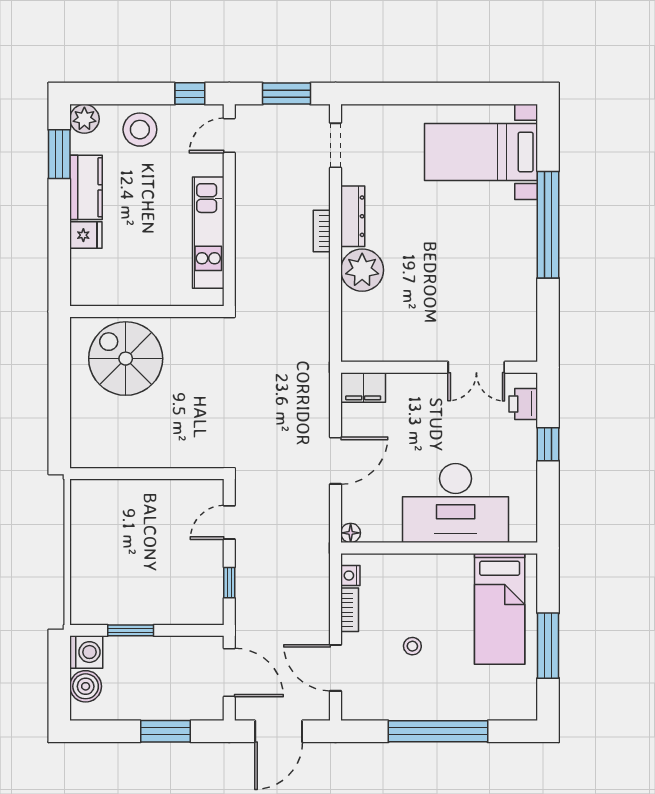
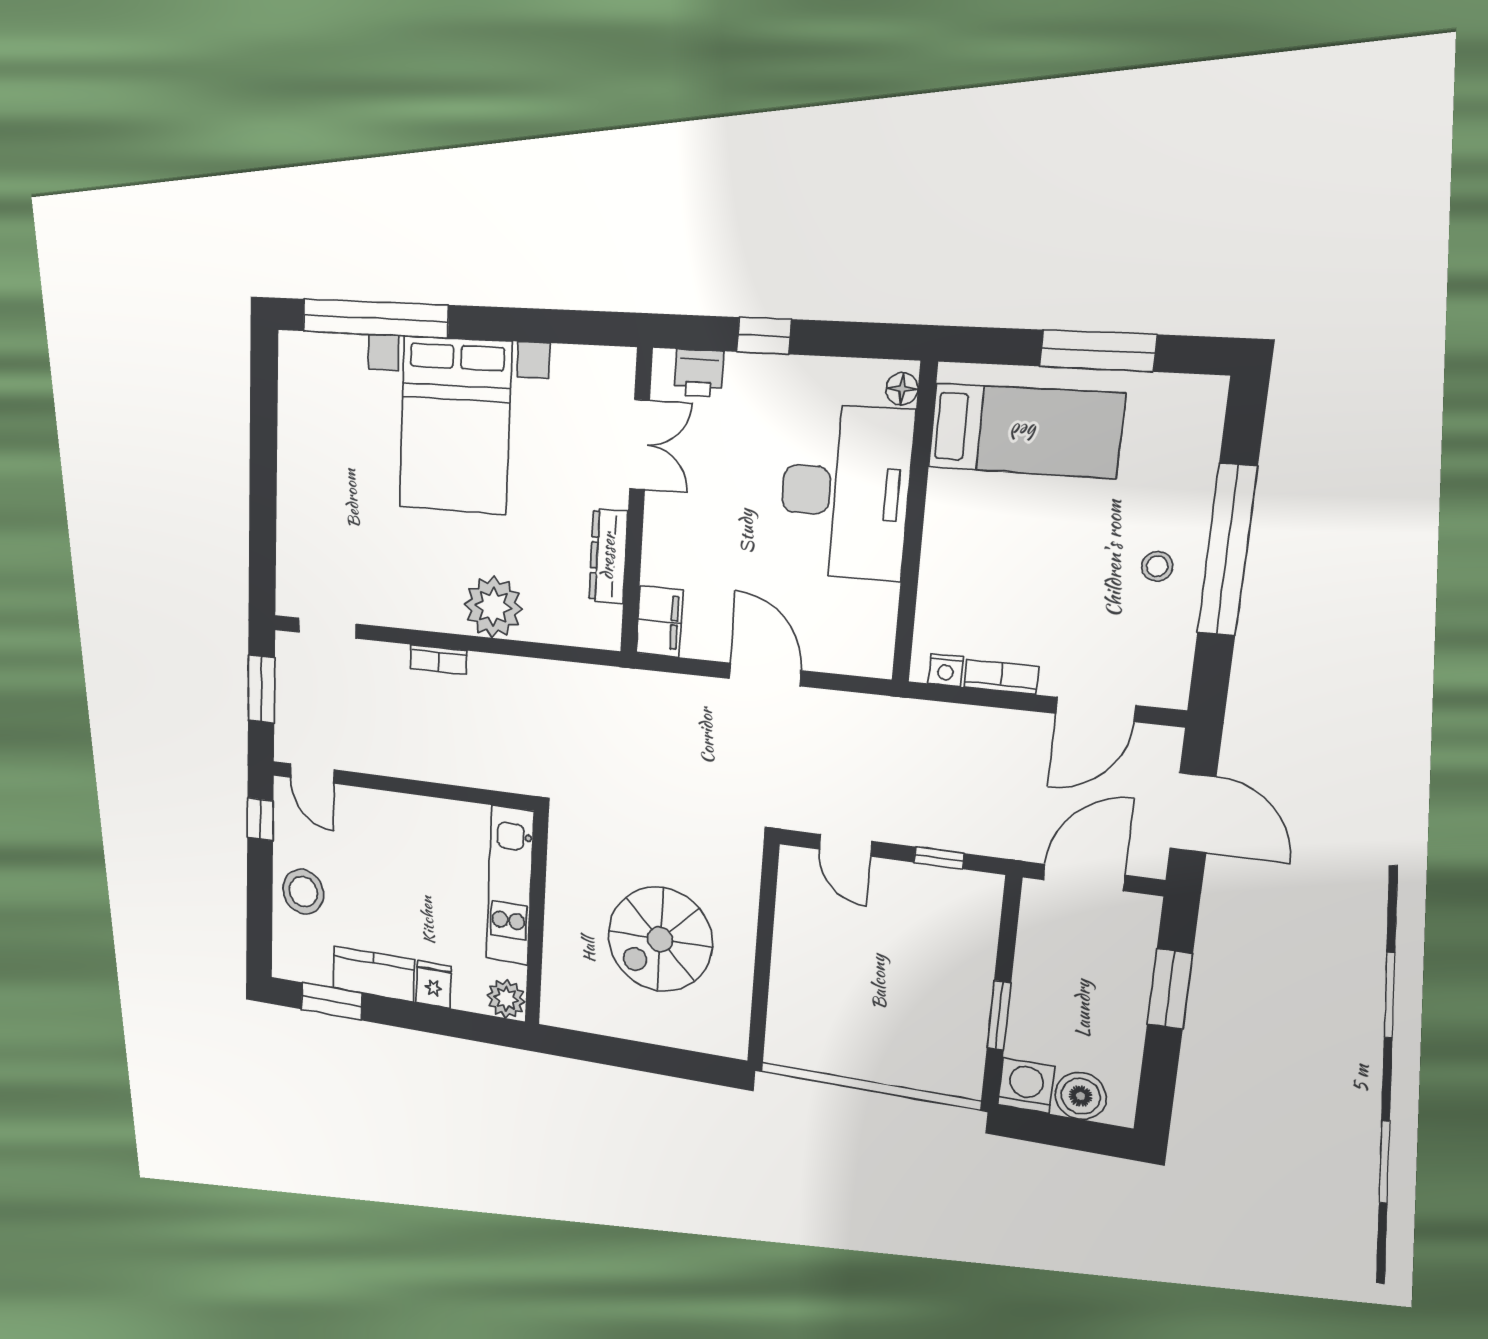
plant: (84, 119) -> (506, 999), moved
bed with nightstands: (481, 152) -> (455, 425), moved, width x1.36
dresser: (353, 216) -> (608, 556), moved, turned -90
window: (548, 225) -> (375, 318), moved
kitchen unit: (208, 233) -> (510, 885), moved, turned 90
spiral stairs: (126, 359) -> (660, 939), moved
floor lamp: (351, 533) -> (902, 389), moved
stool: (412, 646) -> (1157, 566), moved

